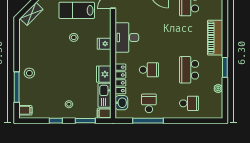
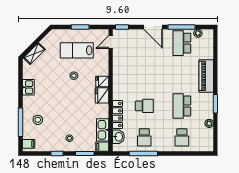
desk: (127, 37) -> (124, 76), removed
kitchen sink: (25, 50) -> (28, 87), added
stool: (29, 73) -> (38, 120), moved
fridge: (104, 74) -> (102, 95), moved
school desk: (149, 103) -> (144, 137), turned 180
school desk: (189, 103) -> (182, 137), turned 90

